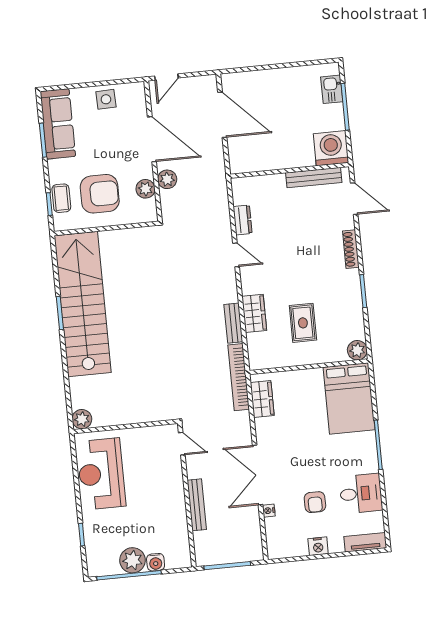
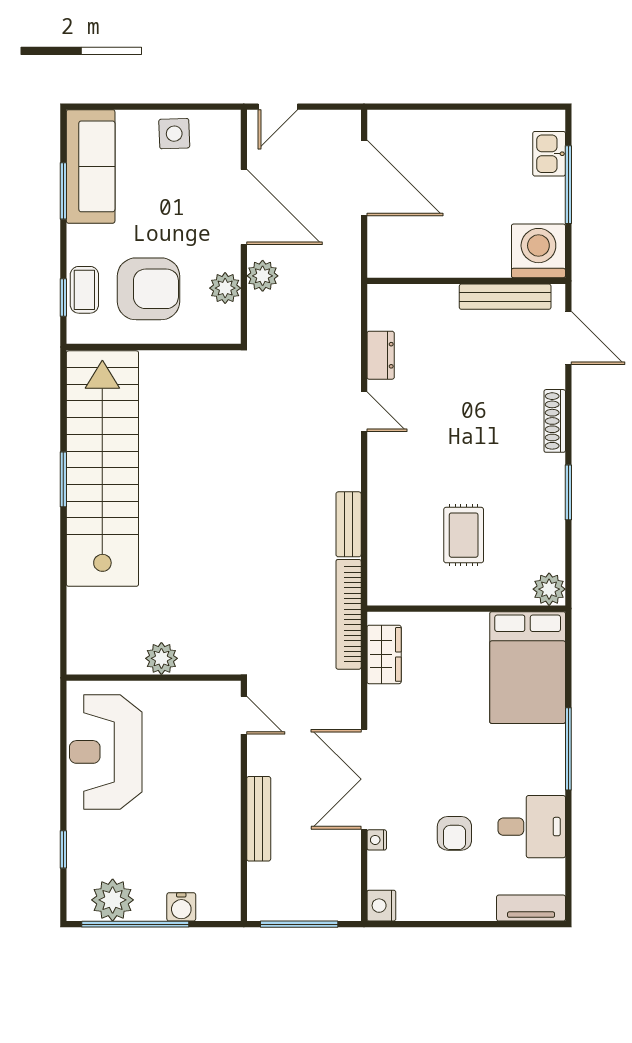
wardrobe: (254, 313) -> (385, 511), removed
plant: (82, 419) -> (161, 658), moved
nightstand: (318, 546) -> (381, 906), moved, turned 90
plant: (133, 560) -> (113, 900), moved

